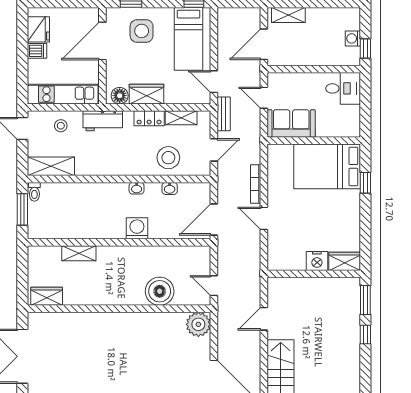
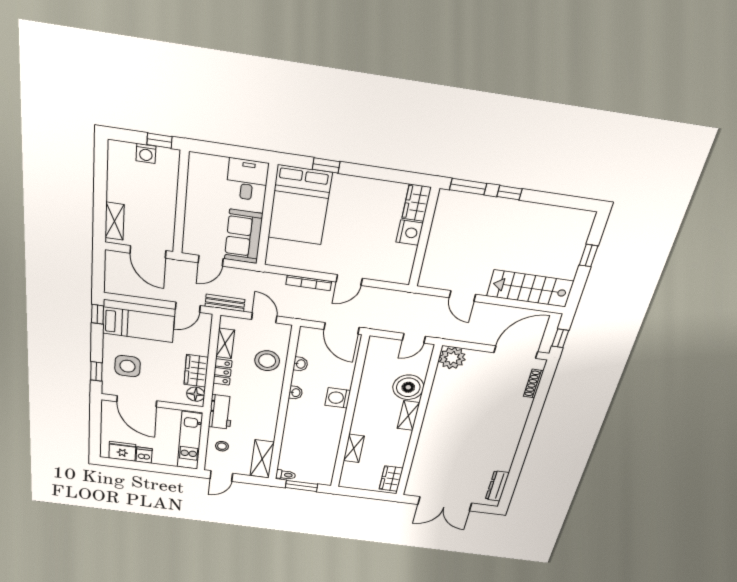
desk: (343, 88) -> (247, 180), moved
shelving: (127, 298) -> (408, 416), added

